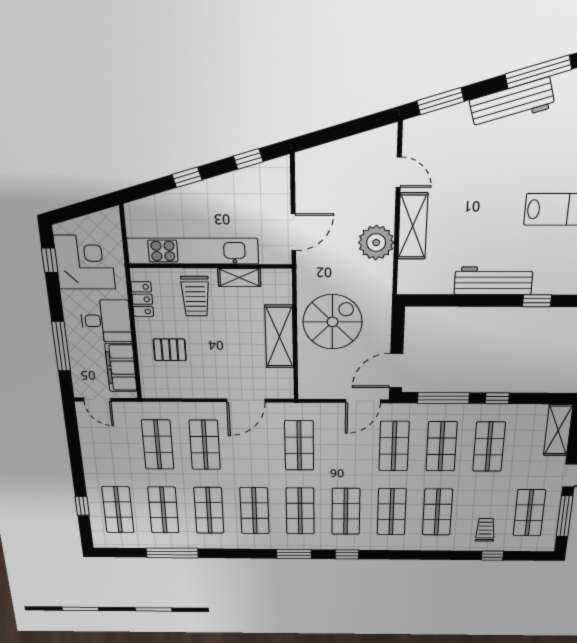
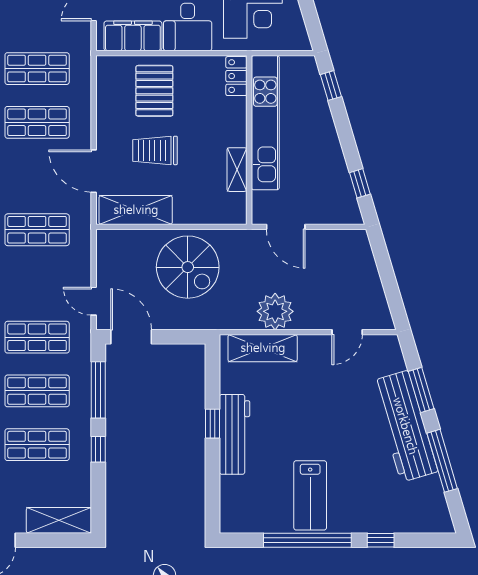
window: (441, 101) -> (421, 390), moved
workbench: (512, 104) -> (405, 426), width x1.36, depth x1.32
window: (187, 177) -> (331, 86), moved
shelving: (413, 226) -> (263, 348), moved
trolley: (195, 296) -> (155, 150), moved
locker: (142, 299) -> (236, 76), moved, turned 90
window: (537, 301) -> (213, 424), moved
shelving: (279, 337) -> (136, 210), moved
pallet: (170, 350) -> (154, 91), width x1.50, depth x1.42
door: (363, 401) -> (94, 301), width x0.73

